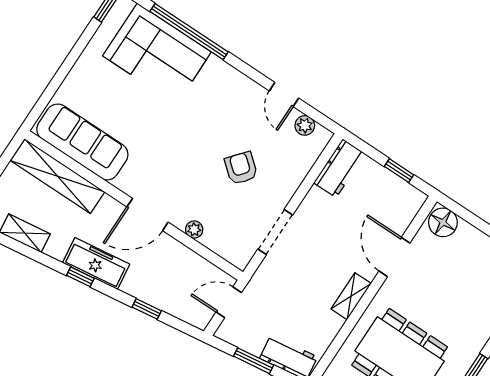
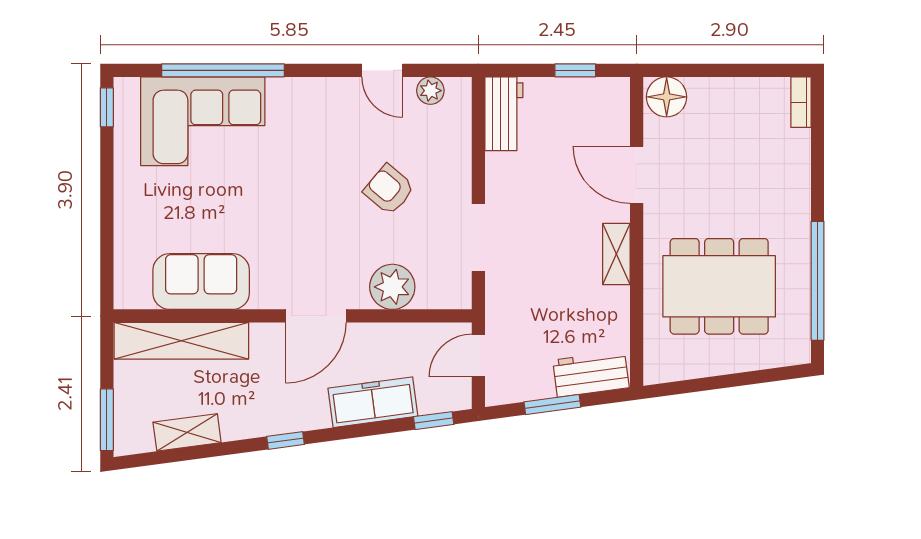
sofa: (82, 142) -> (201, 282), width x0.73
plant: (194, 230) -> (392, 287), width x1.87, depth x1.87
freezer: (96, 264) -> (373, 402), moved
window: (147, 309) -> (434, 421), moved

